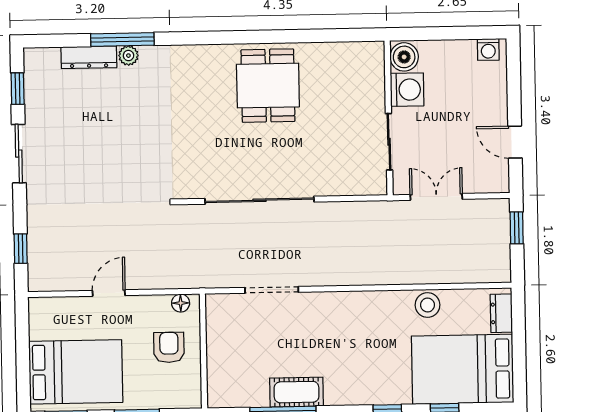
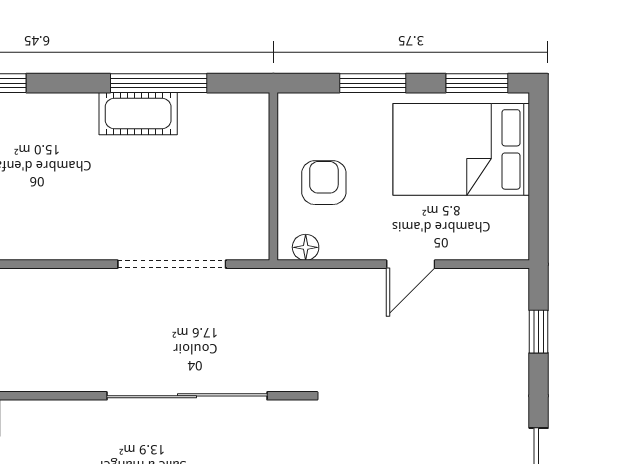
doorway: (272, 290) -> (172, 264), width x1.36
armchair: (169, 347) -> (324, 183), turned 180

